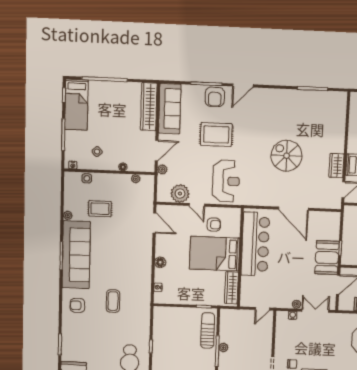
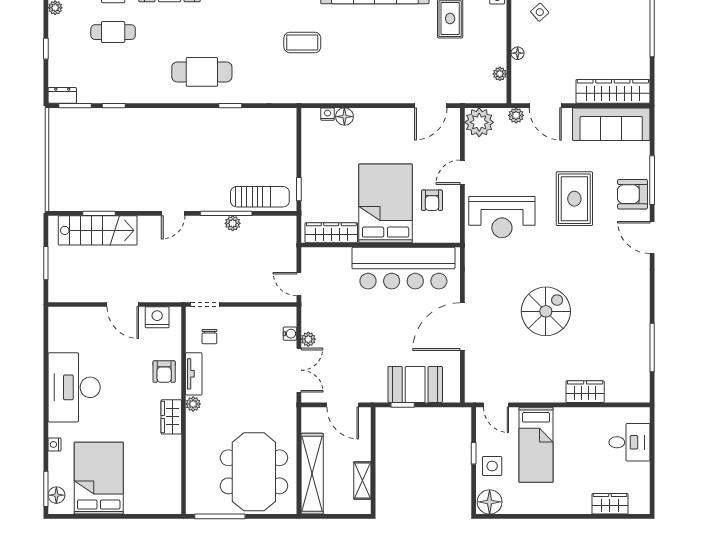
wardrobe: (336, 166) -> (585, 392), moved
plant: (180, 194) -> (479, 122), moved
booth: (327, 258) -> (415, 384), moved
floor lamp: (160, 262) -> (344, 117), moved

